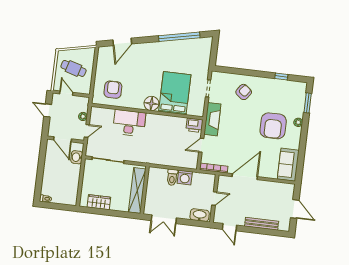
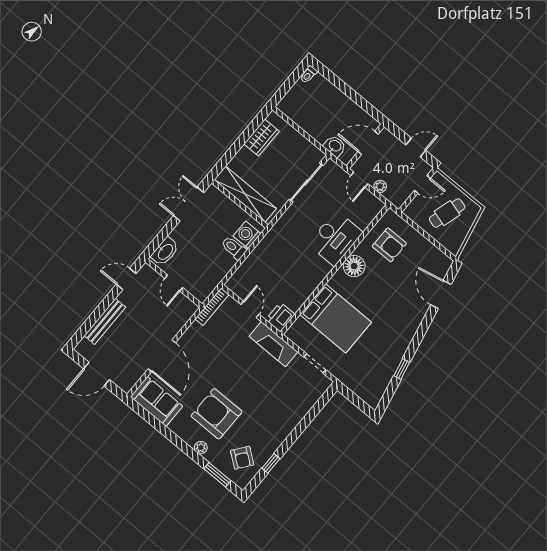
window: (179, 37) -> (402, 369), width x0.32
armchair: (244, 92) -> (242, 458), moved
floor lamp: (151, 103) -> (354, 266), moved
door: (245, 177) -> (162, 356), moved
washing machine: (185, 178) -> (247, 235), moved

